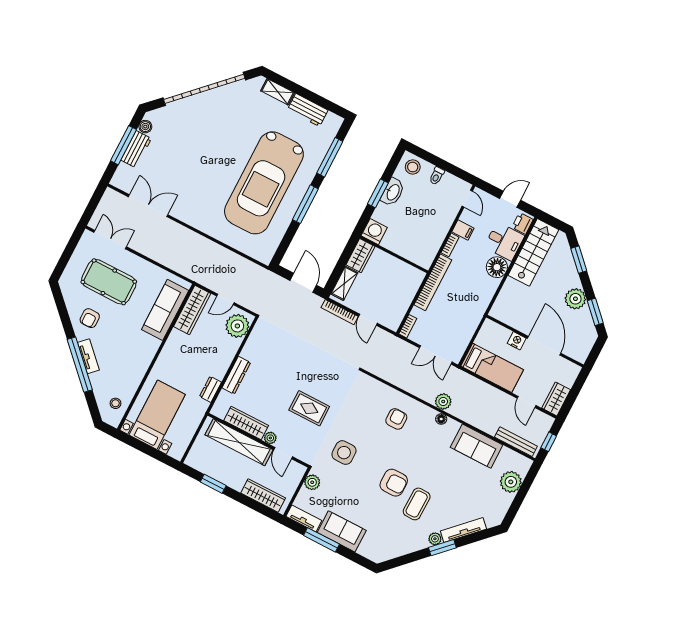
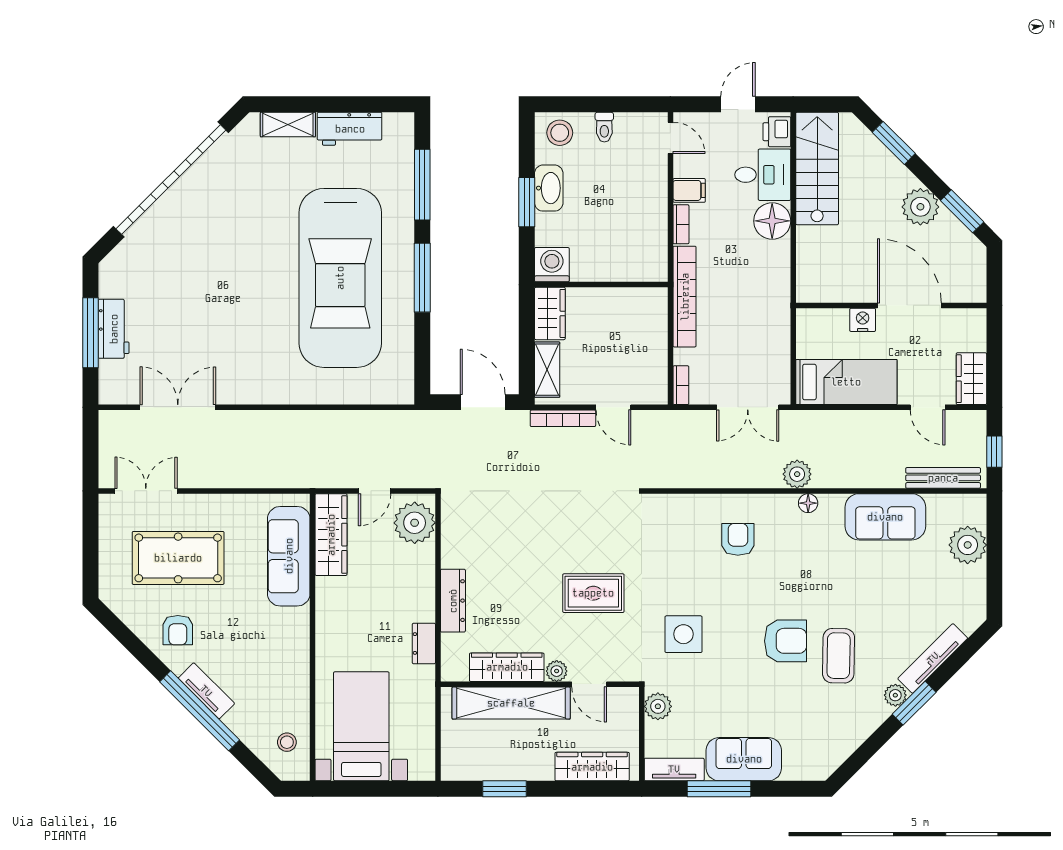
boiler: (145, 127) -> (109, 286), removed

